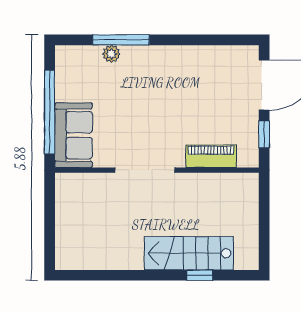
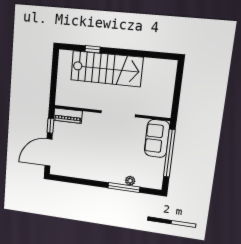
piano: (211, 156) -> (68, 116), moved
stairs: (189, 253) -> (107, 69), width x1.36, depth x1.51

